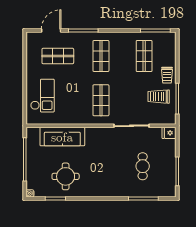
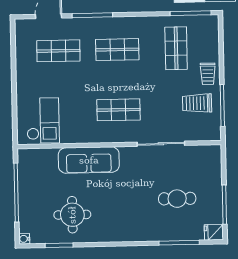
shop shelf: (101, 56) -> (117, 50), turned 90
checkout: (42, 96) -> (43, 120), moved
shop shelf: (101, 100) -> (118, 110), turned 90
fridge: (169, 133) -> (214, 232), moved
sofa: (62, 137) -> (89, 160), moved
cafe table: (143, 166) -> (177, 199), turned 90

